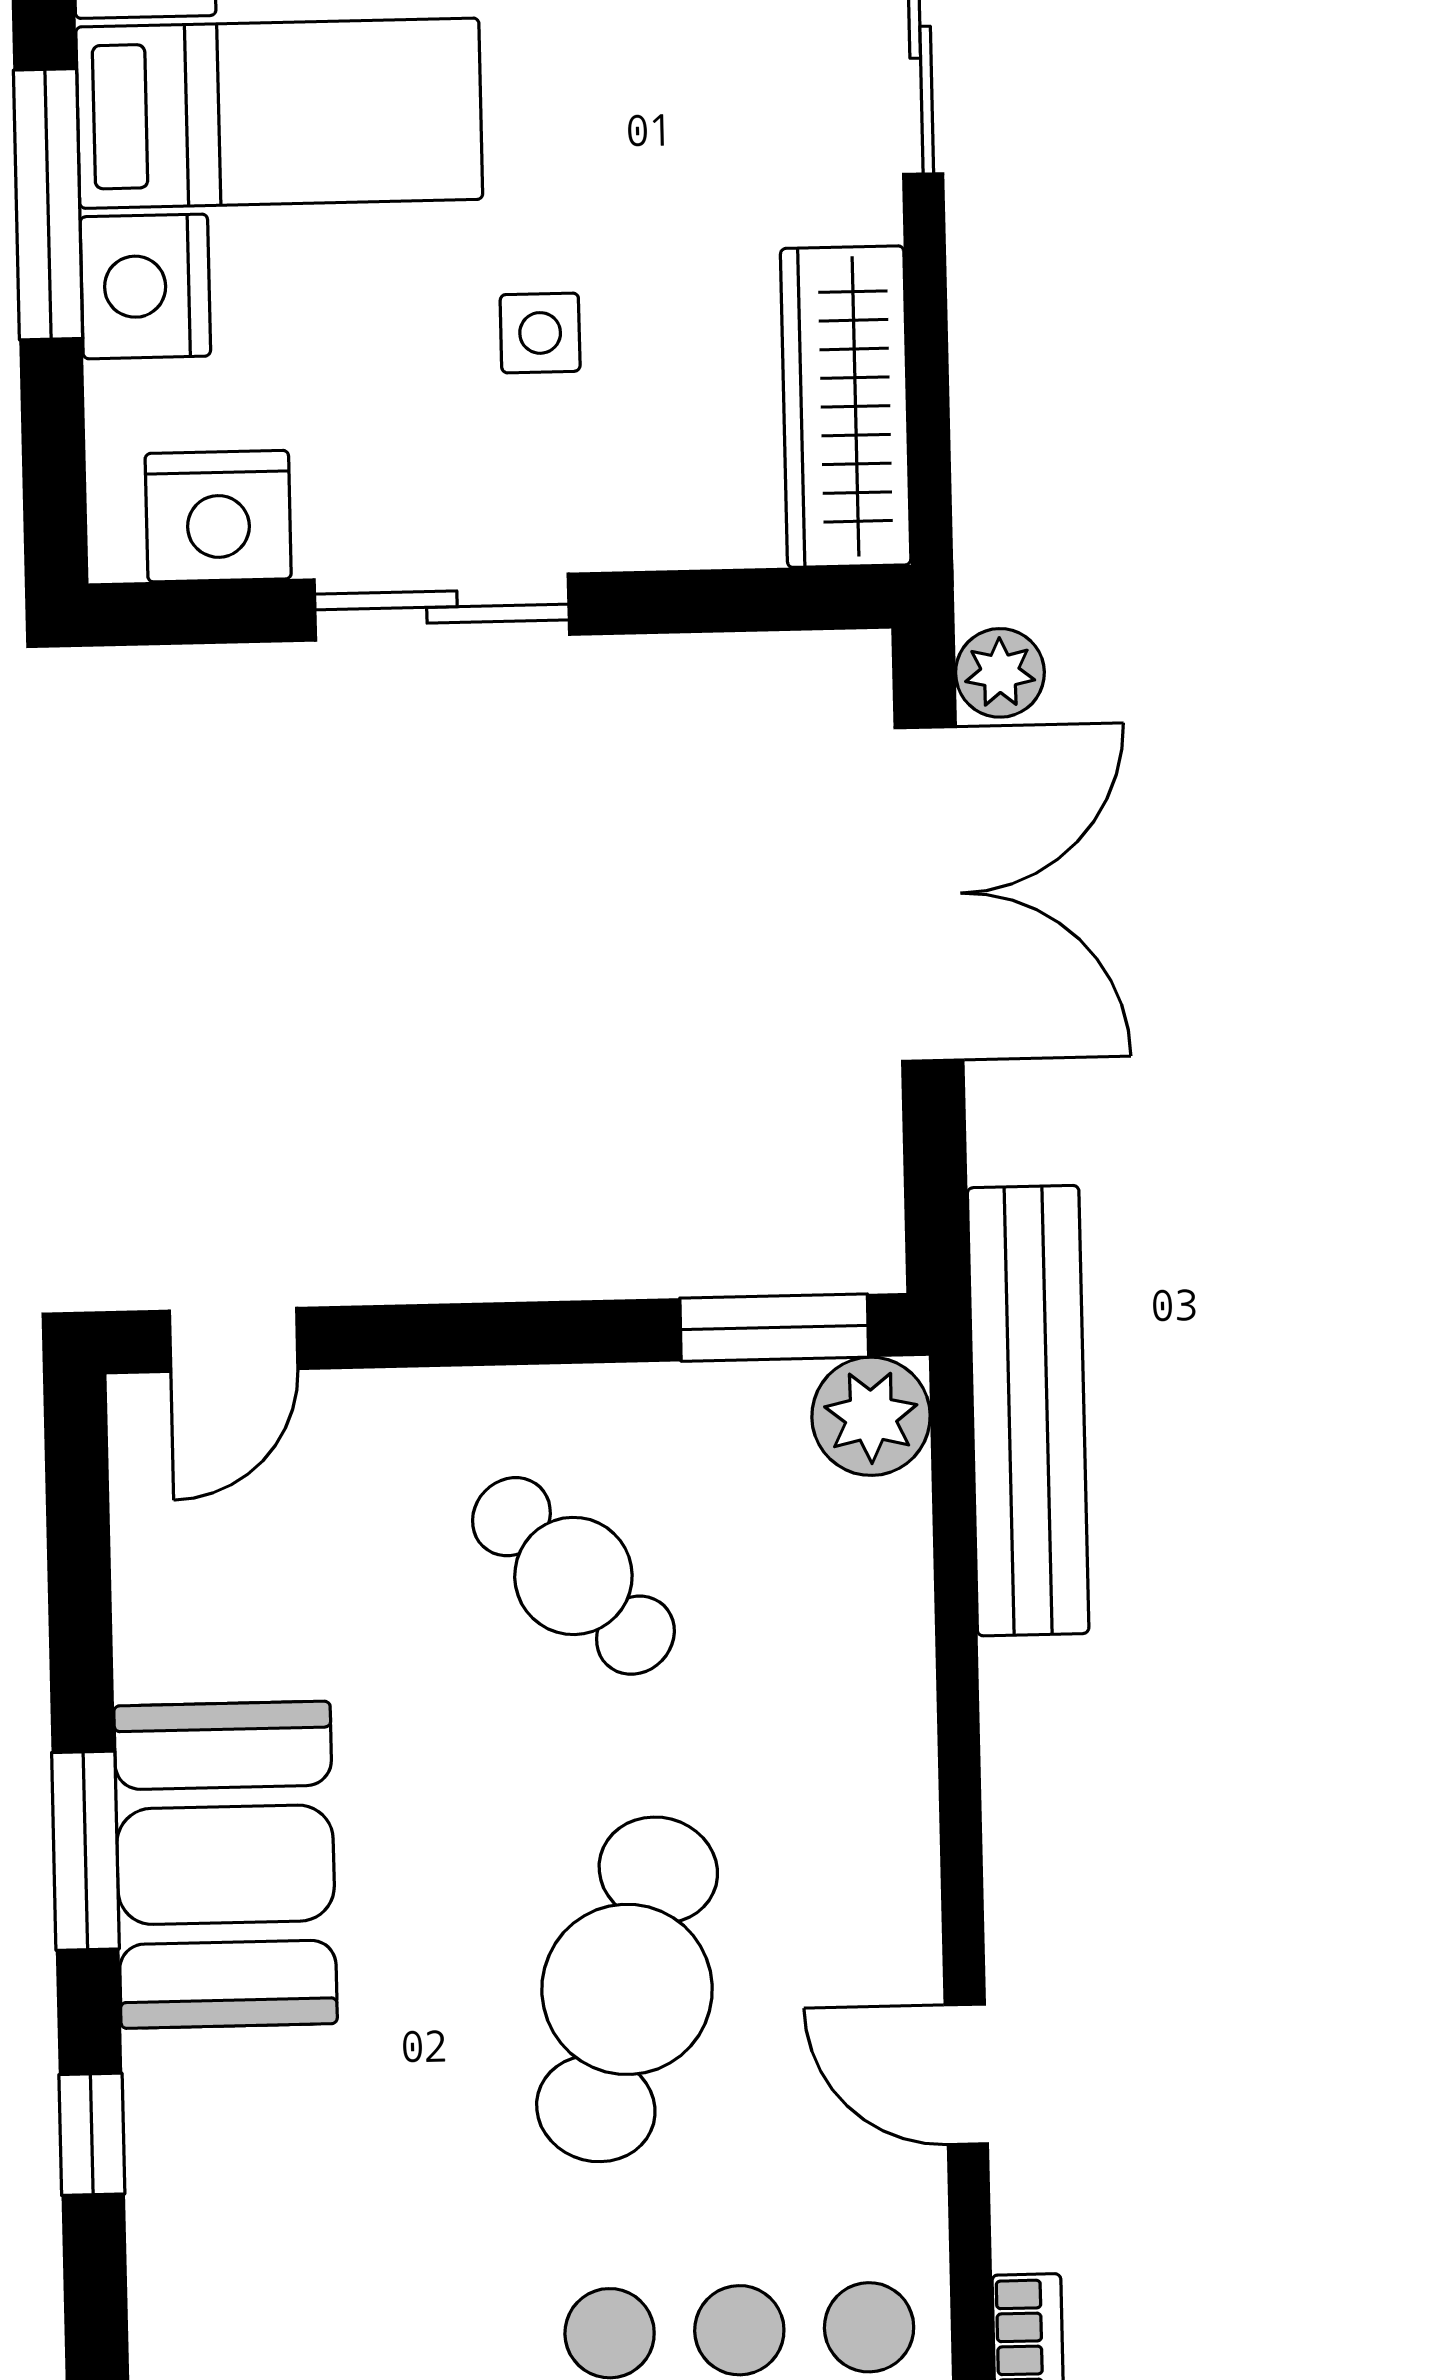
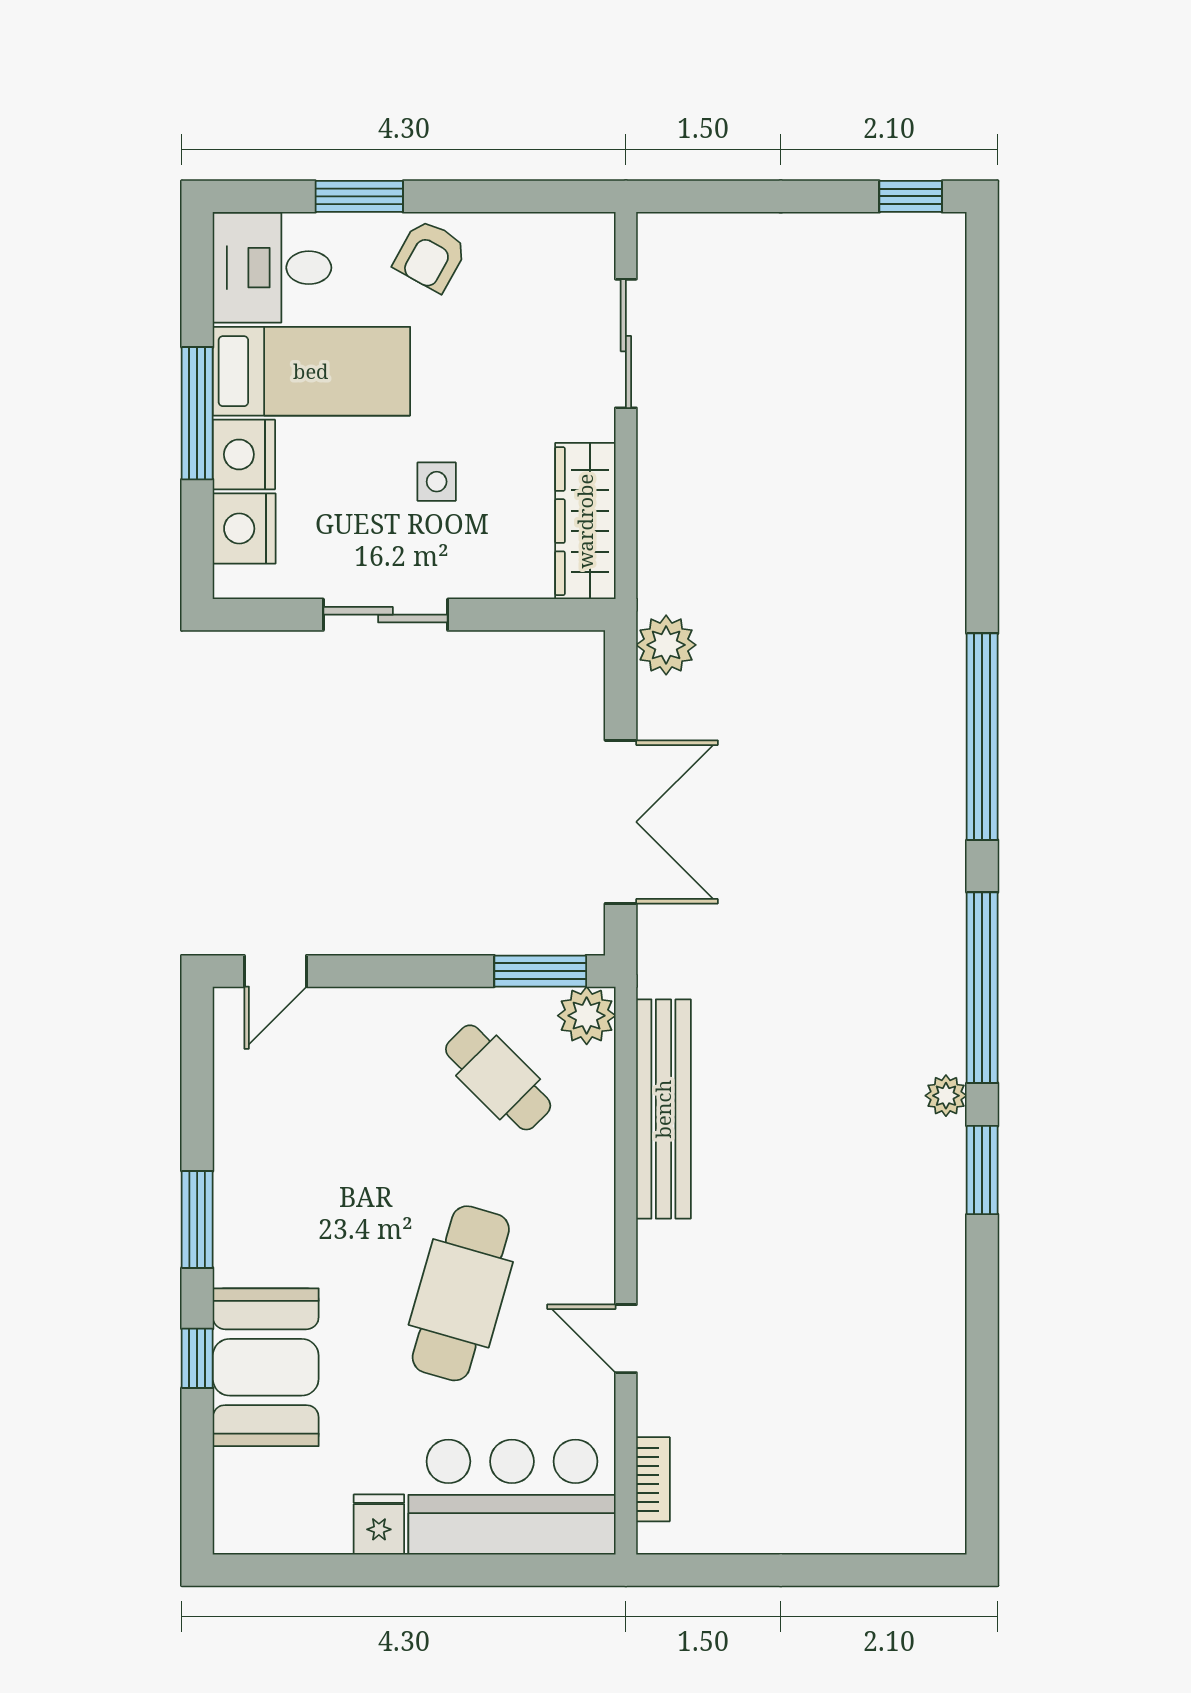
nightstand: (218, 516) -> (244, 529), moved, turned 90
plant: (1000, 673) -> (666, 645), width x1.38, depth x1.38
double door: (929, 894) -> (621, 822), moved
bench: (1028, 1411) -> (663, 1109), moved
cafe table: (573, 1576) -> (498, 1077), moved
booth: (226, 1865) -> (266, 1367), moved

